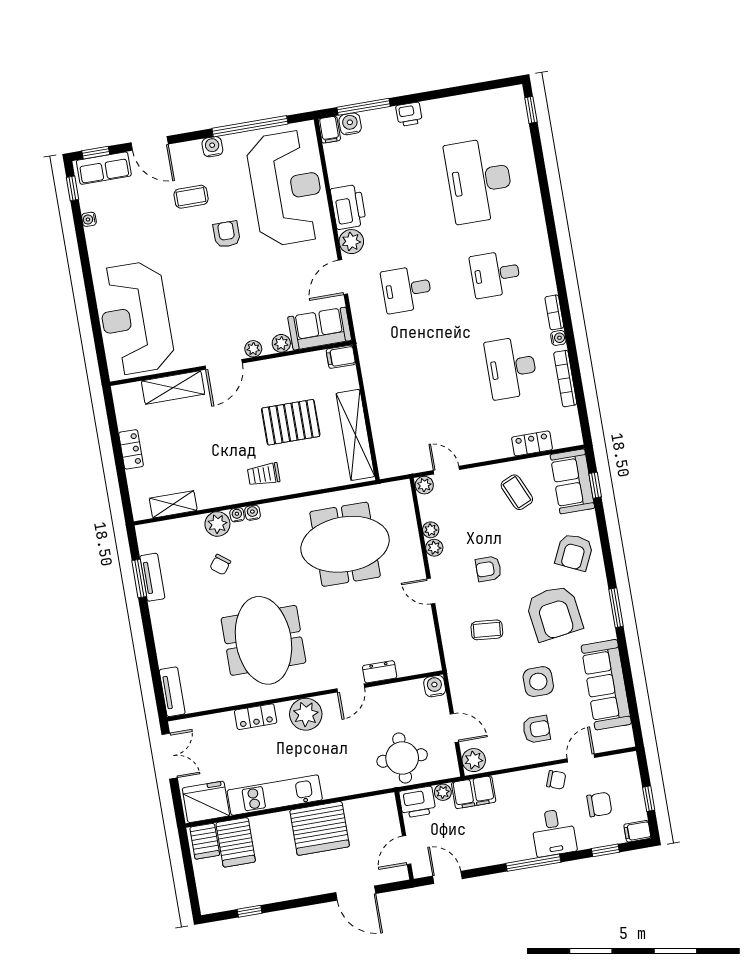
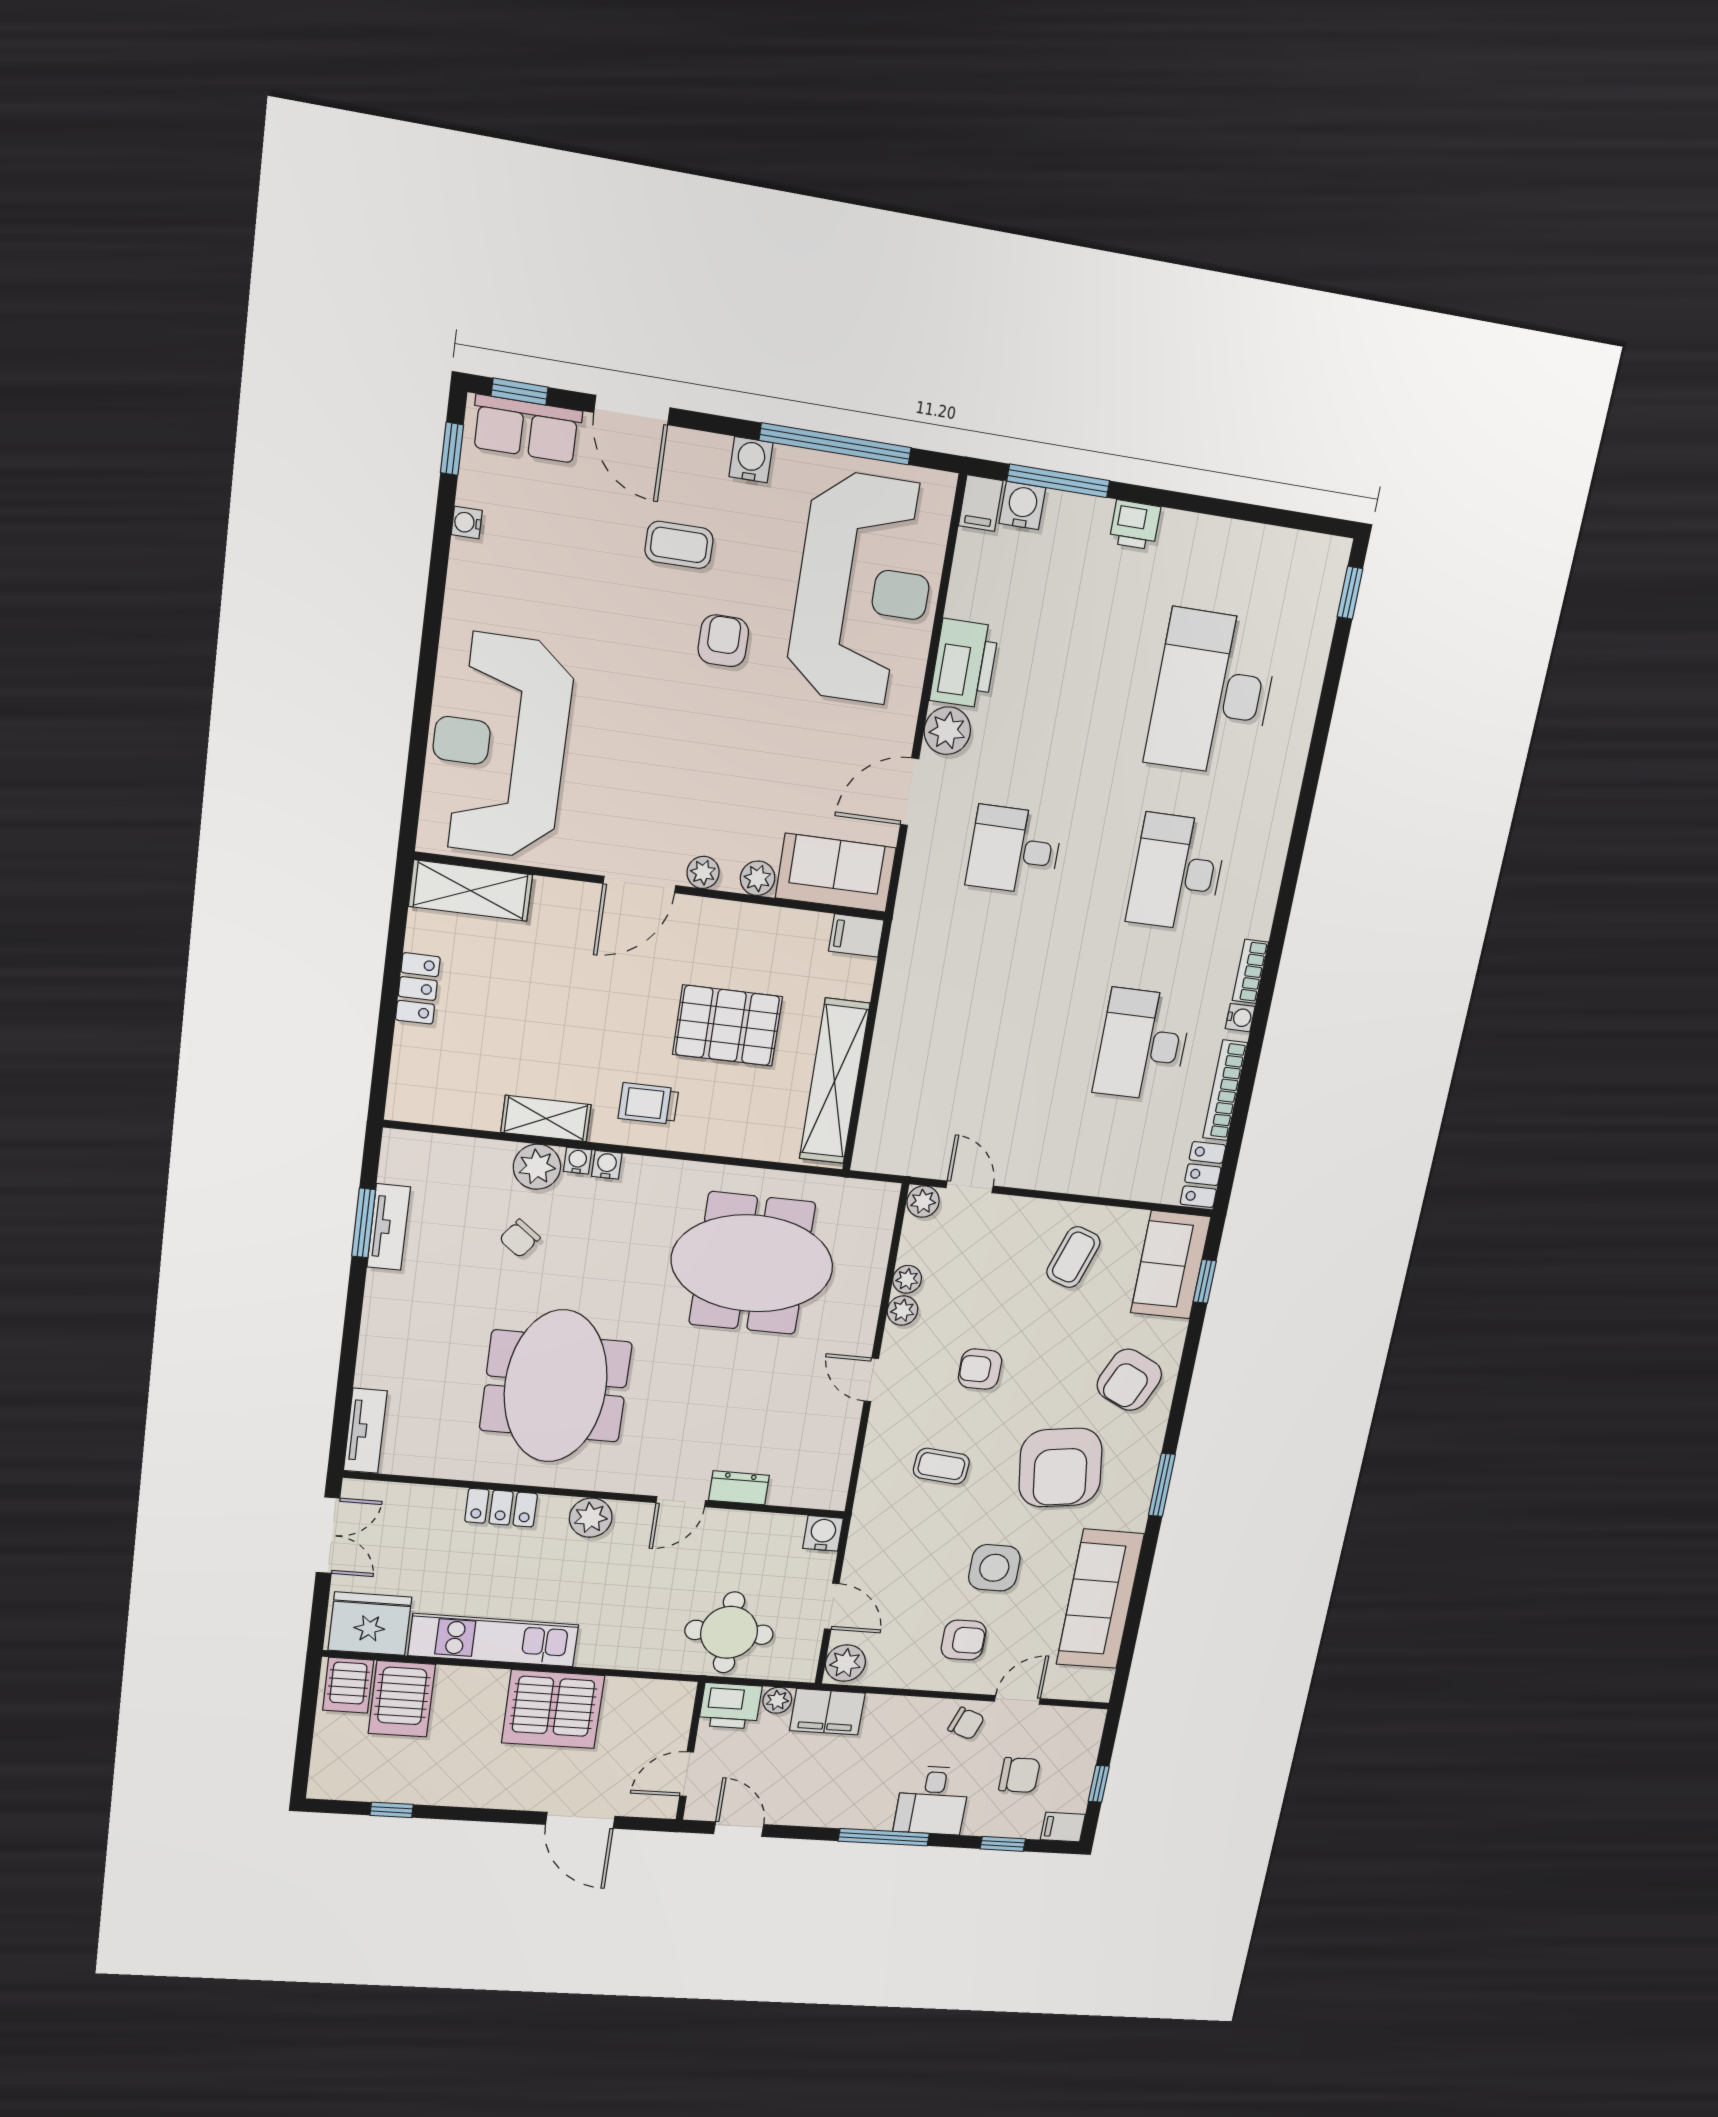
desk: (495, 274) -> (1177, 872), width x1.37
shelving: (173, 388) -> (471, 891), moved
locker: (532, 443) -> (1203, 1175), moved, turned -90
coffee table: (517, 492) -> (1073, 1257), turned 43
shelving: (173, 504) -> (546, 1118), moved
plant: (306, 714) -> (591, 1518), width x0.73, depth x0.73

